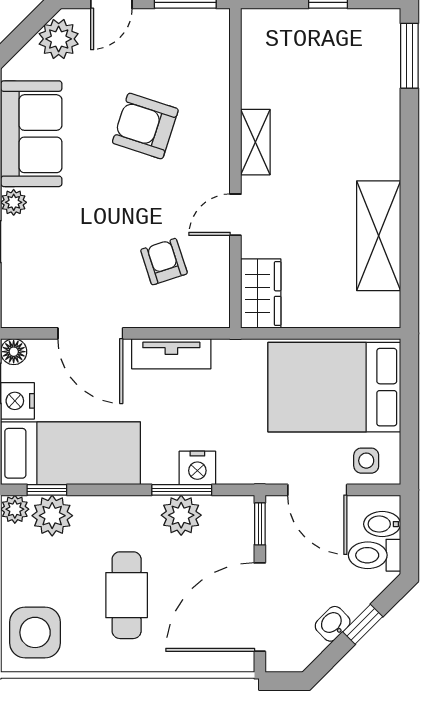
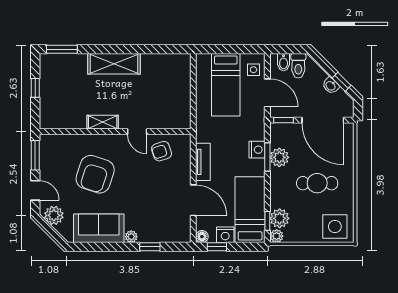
armchair: (145, 126) -> (95, 174), width x1.36, depth x1.36
shelving: (379, 236) -> (114, 64), moved
armchair: (164, 262) -> (162, 151), moved
wardrobe: (261, 294) -> (174, 120), removed
door: (90, 333) -> (193, 200), hinge flipped
bed: (334, 387) -> (226, 85), width x0.67
door: (317, 490) -> (267, 93), hinge flipped
window: (363, 624) -> (342, 82), moved

